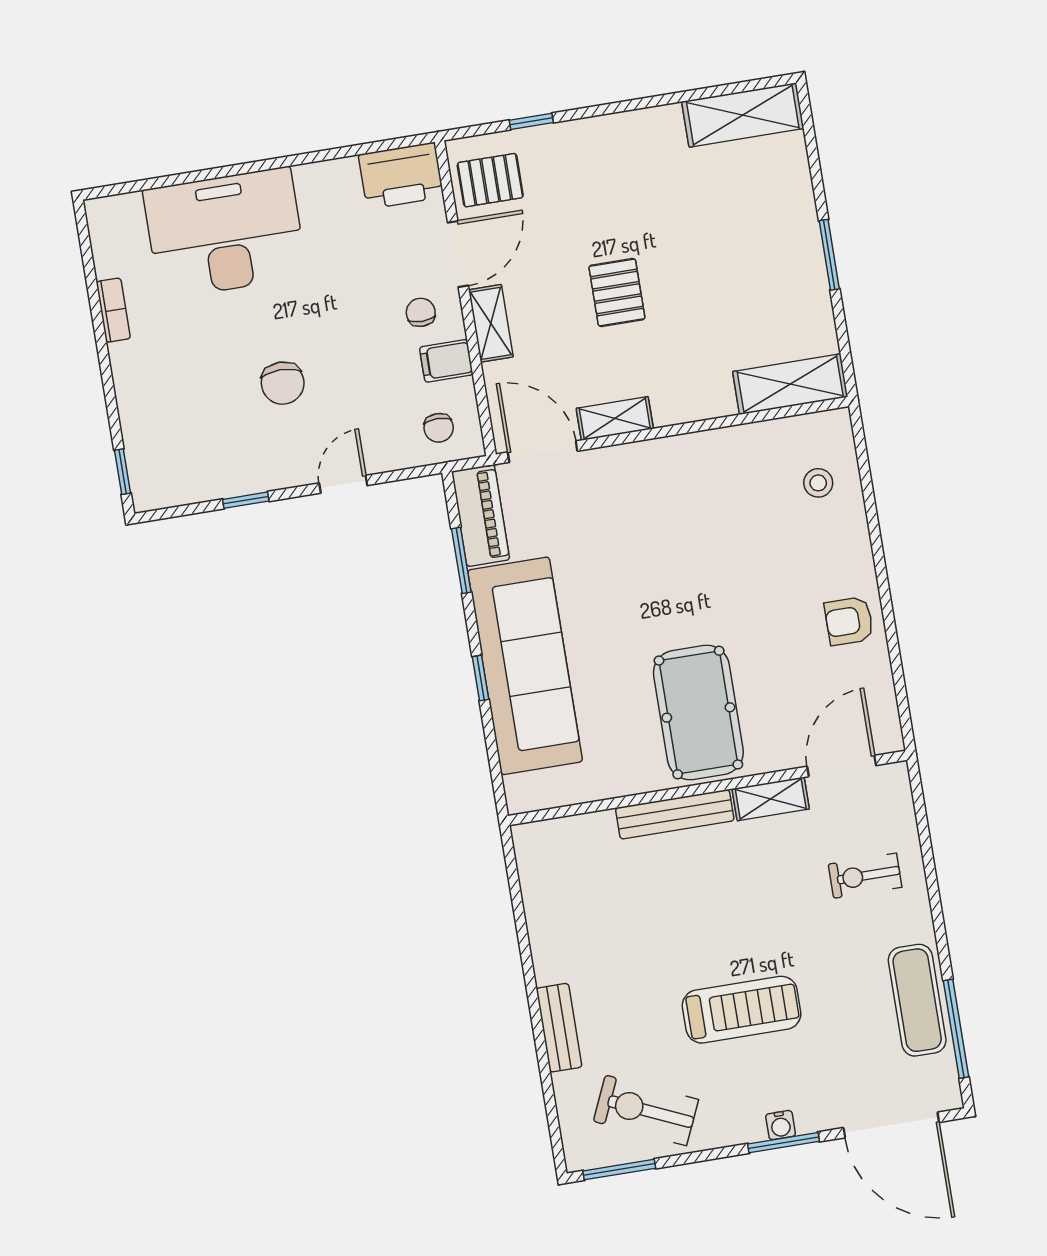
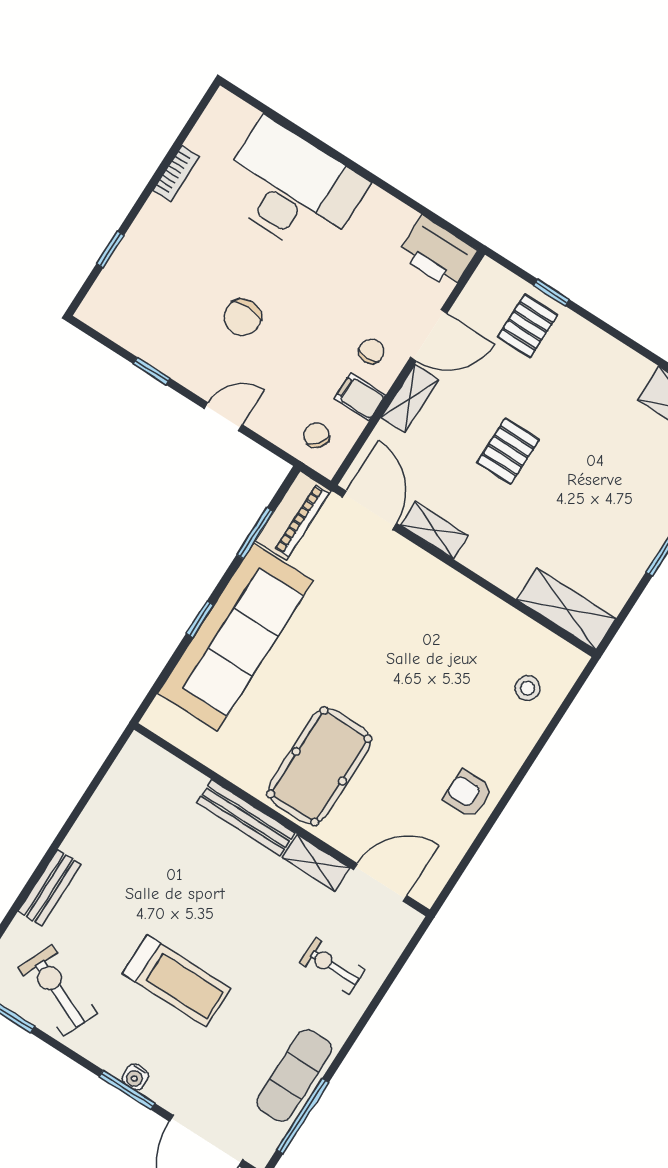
pallet: (490, 180) -> (528, 326), moved, turned 90
chair: (439, 428) -> (317, 435), turned 129
window: (123, 472) -> (110, 249), moved

